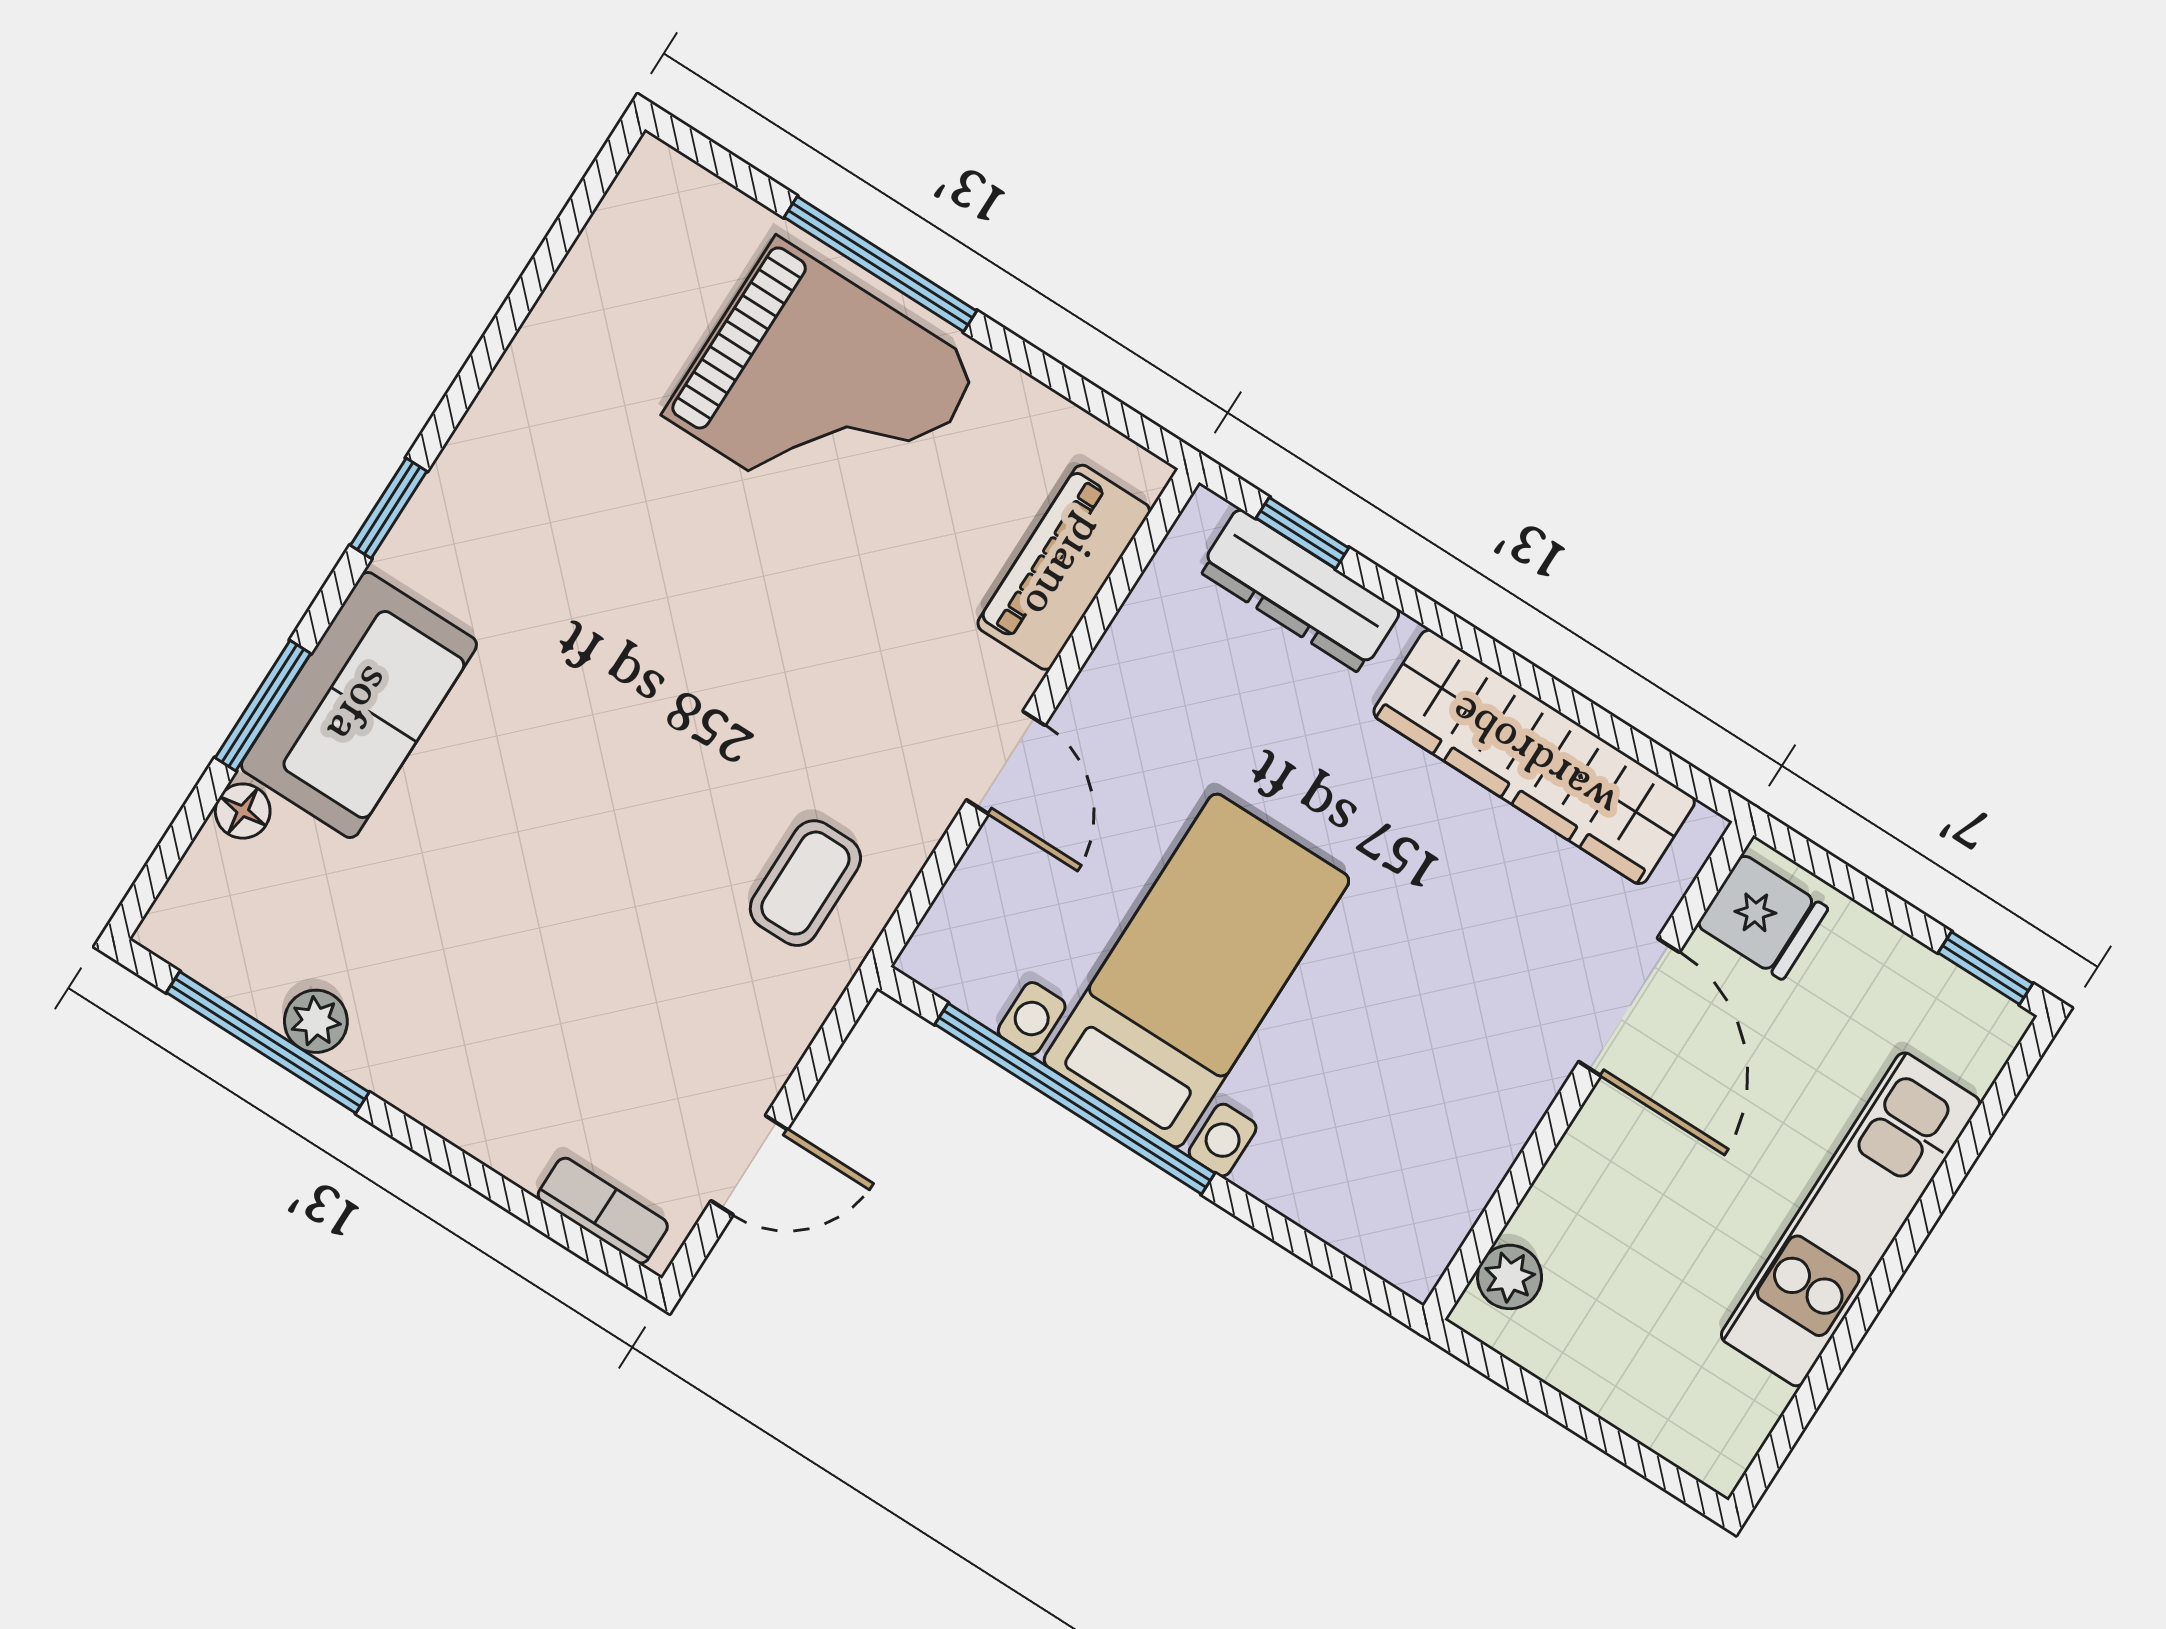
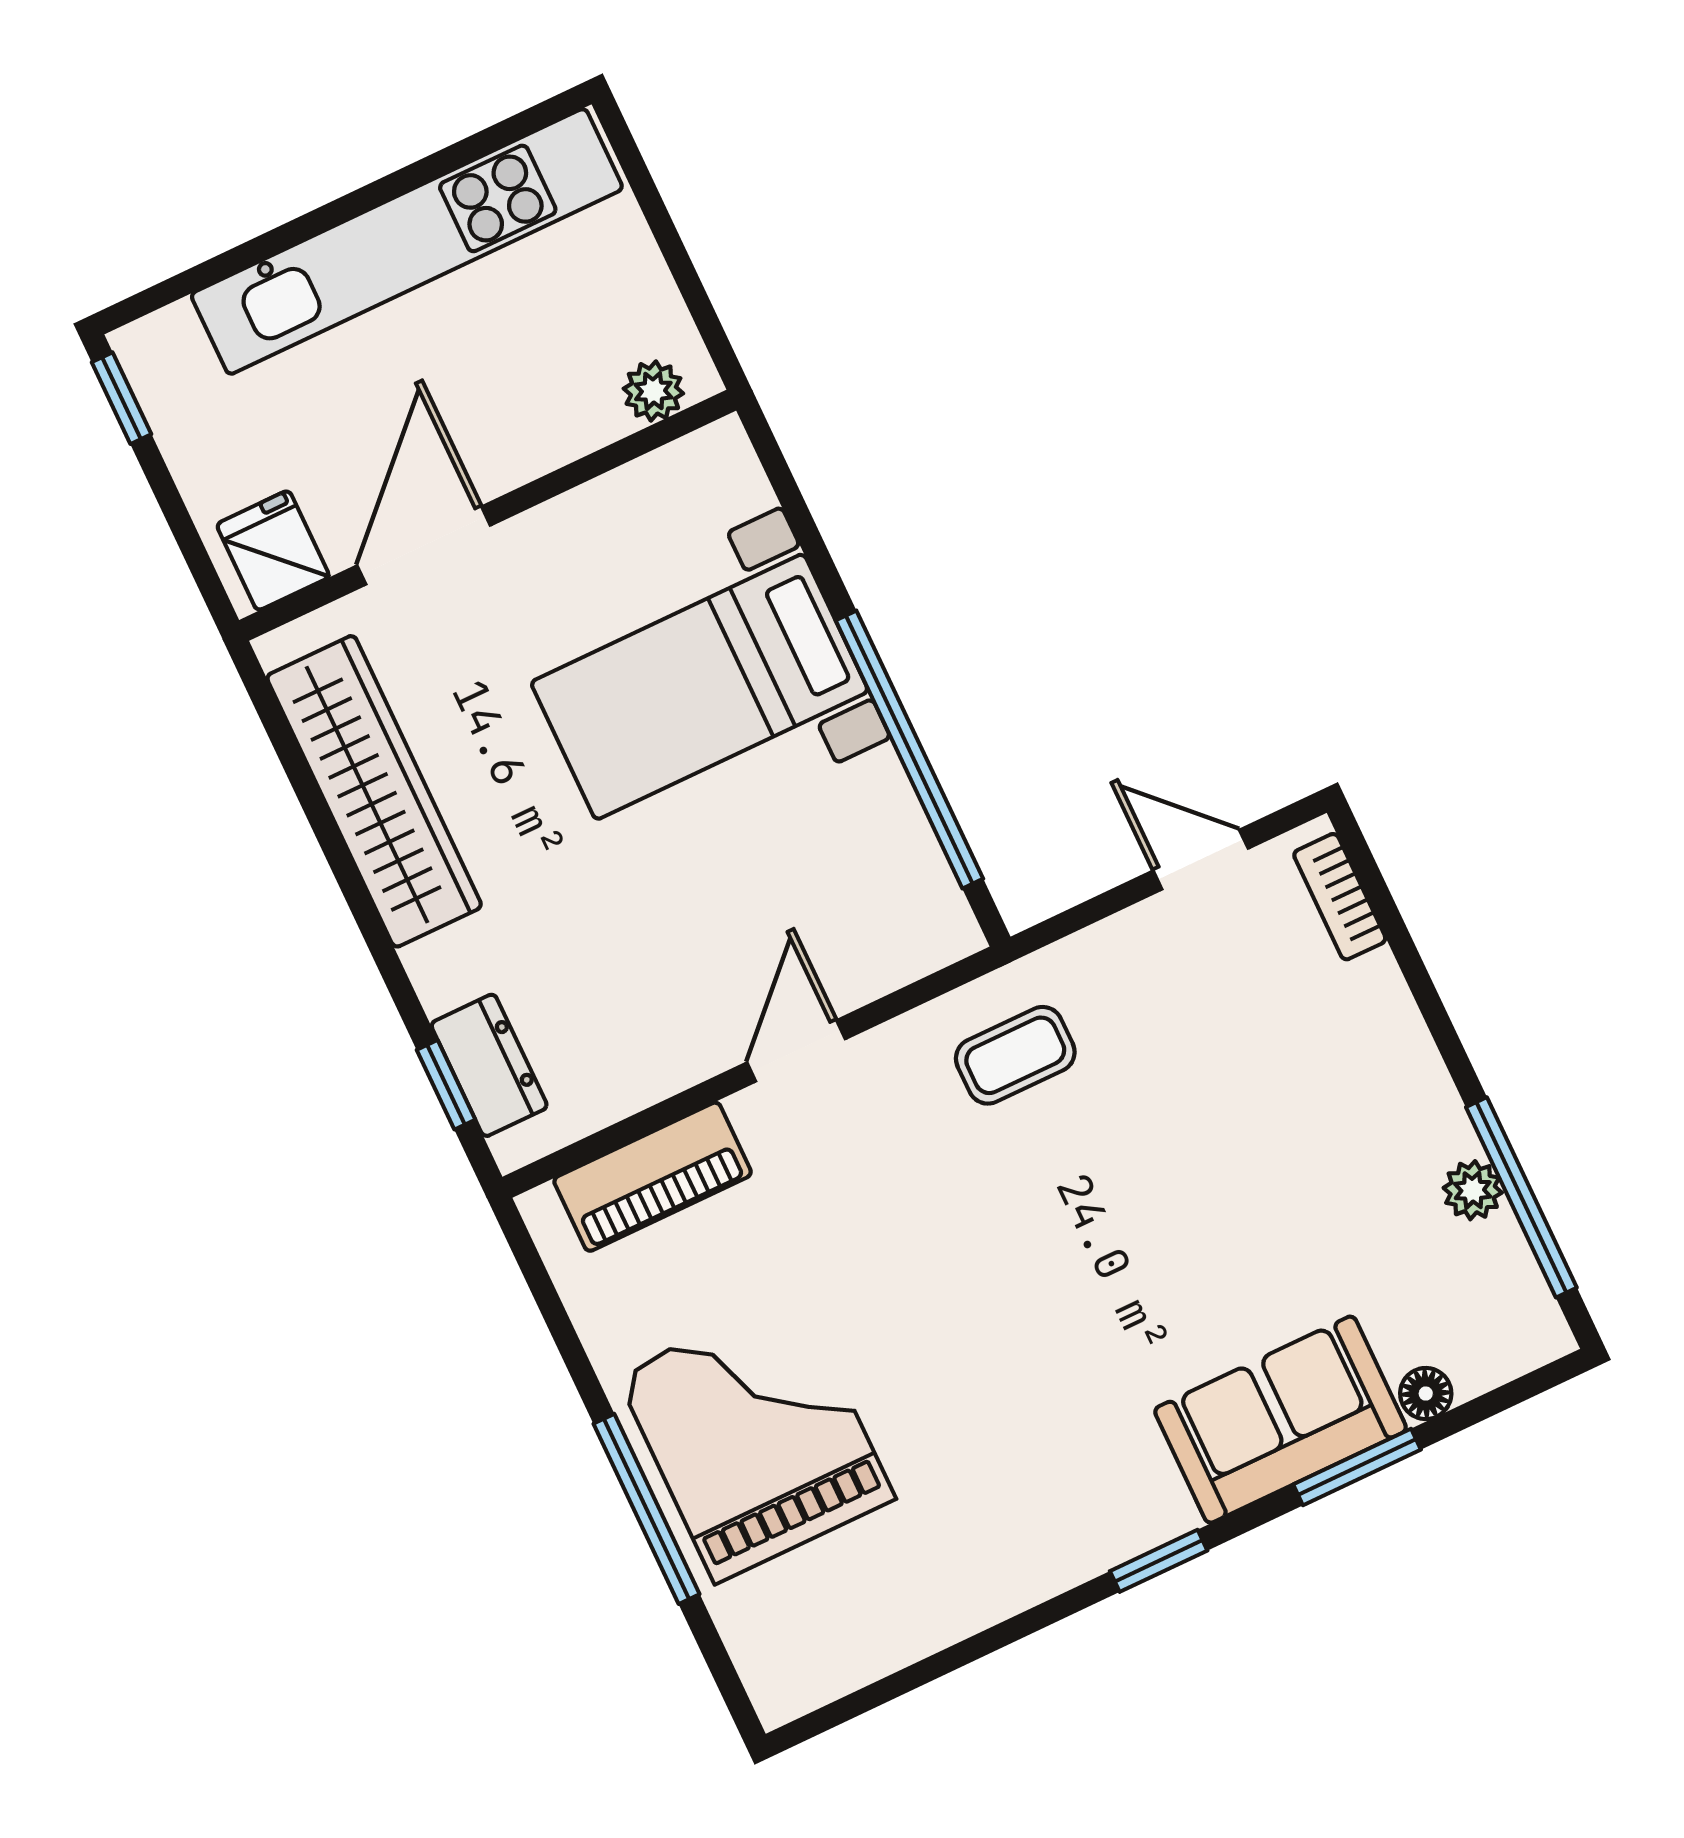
dresser: (1300, 591) -> (489, 1065), width x0.70
bed with nightstands: (1196, 970) -> (700, 687), moved
kitchen unit: (1851, 1219) -> (407, 241), width x1.36

